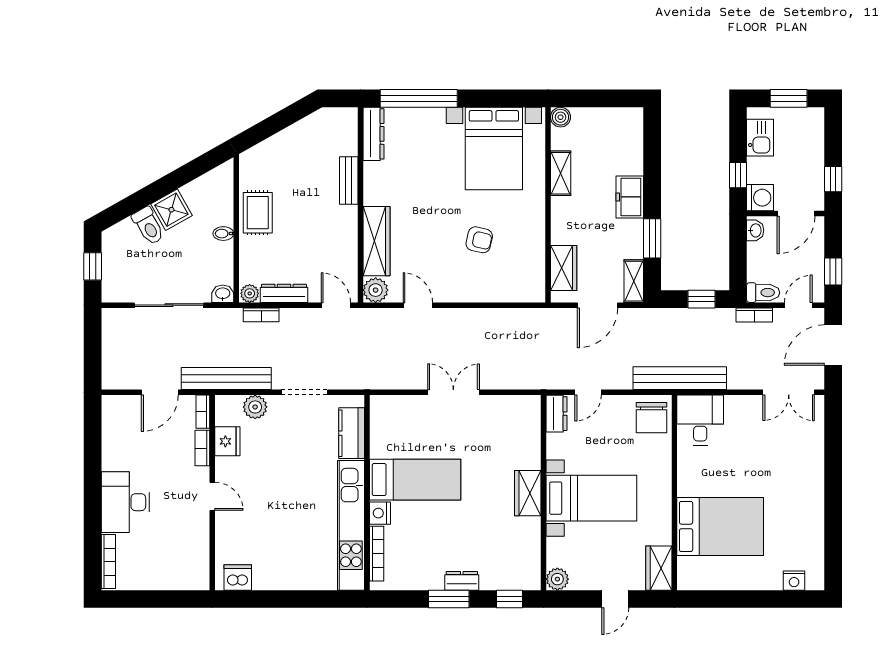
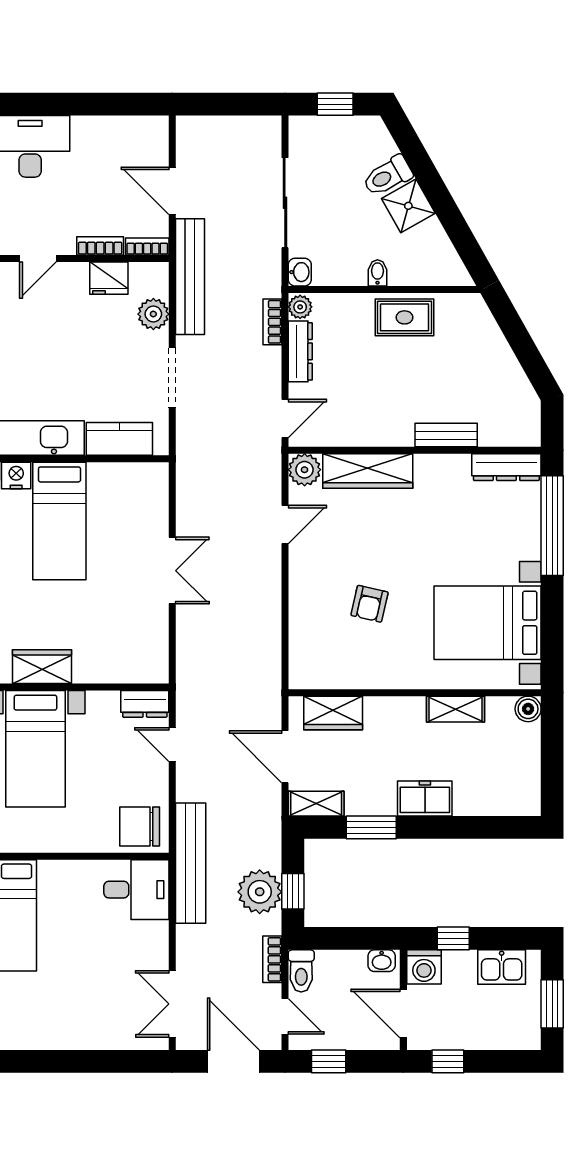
plant: (702, 325) -> (260, 892), added

